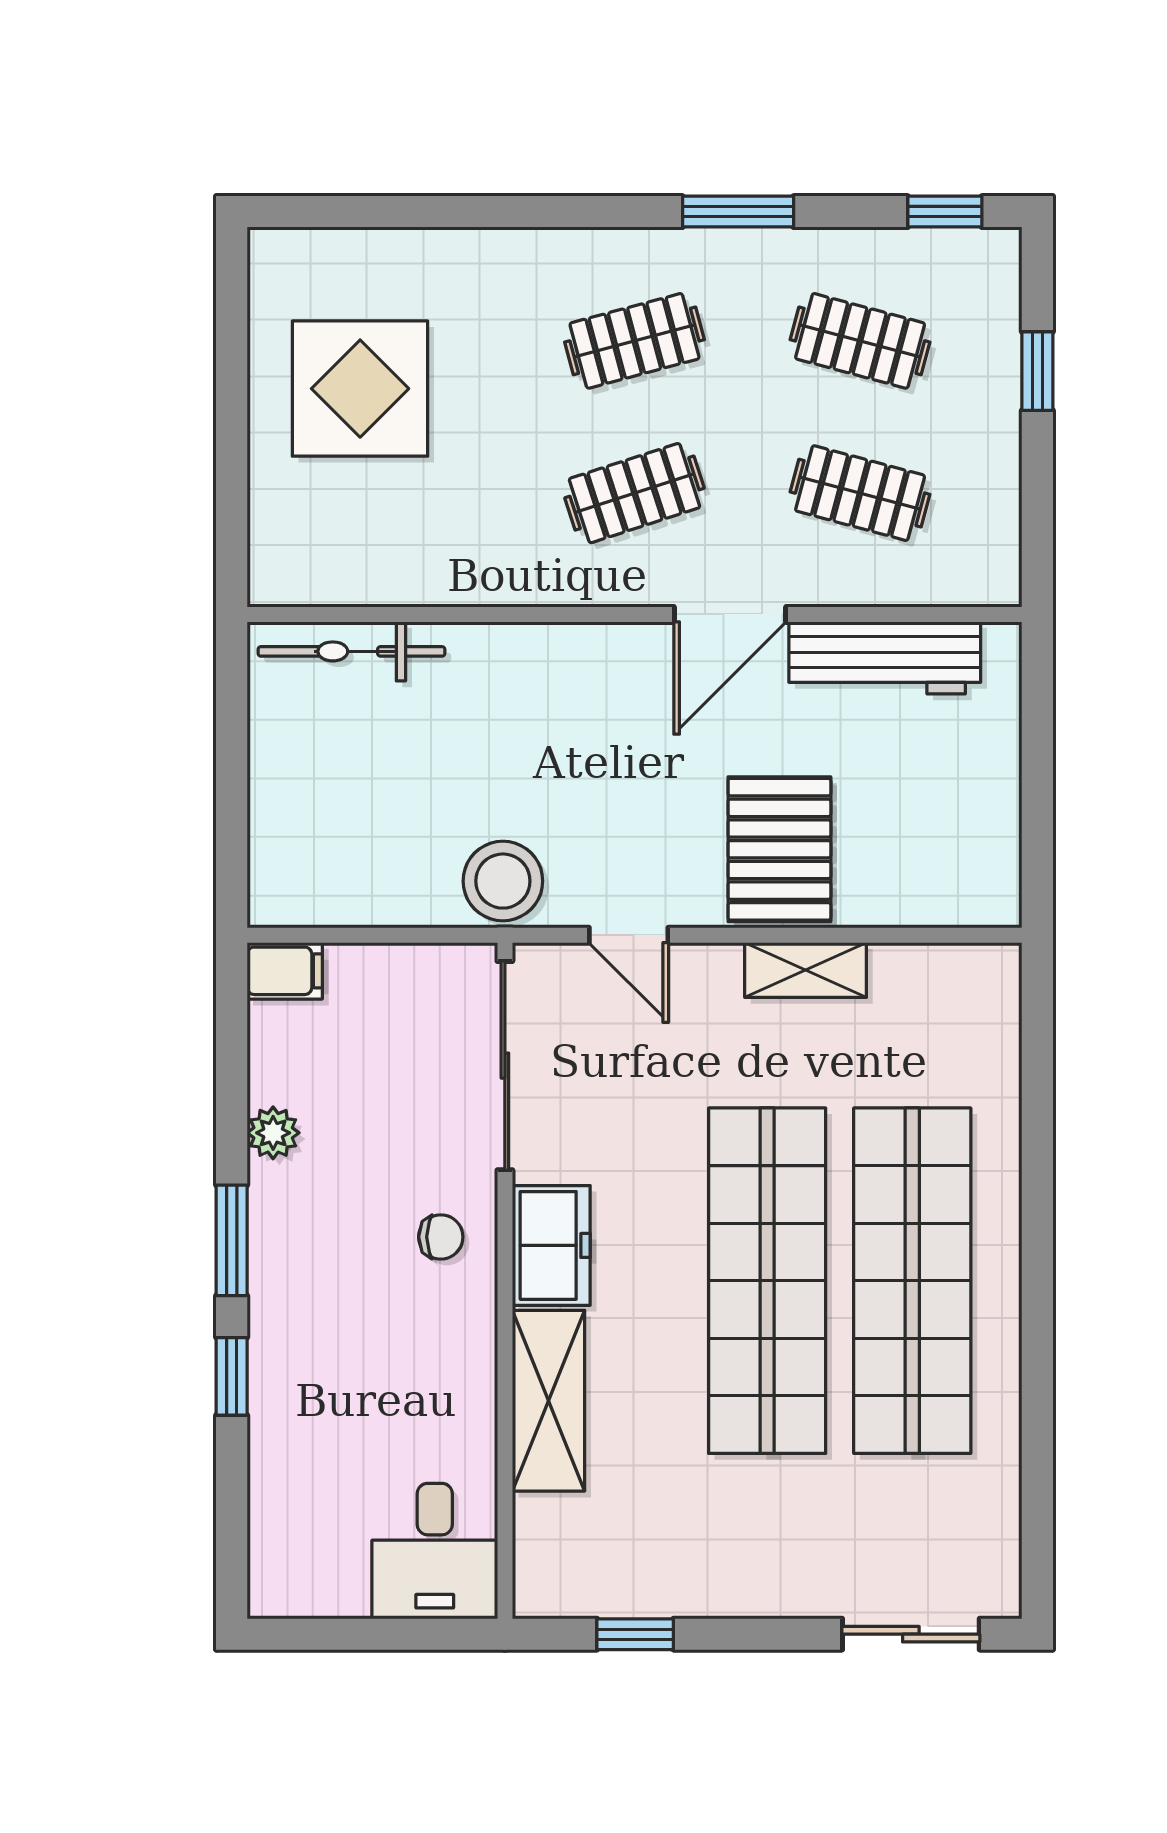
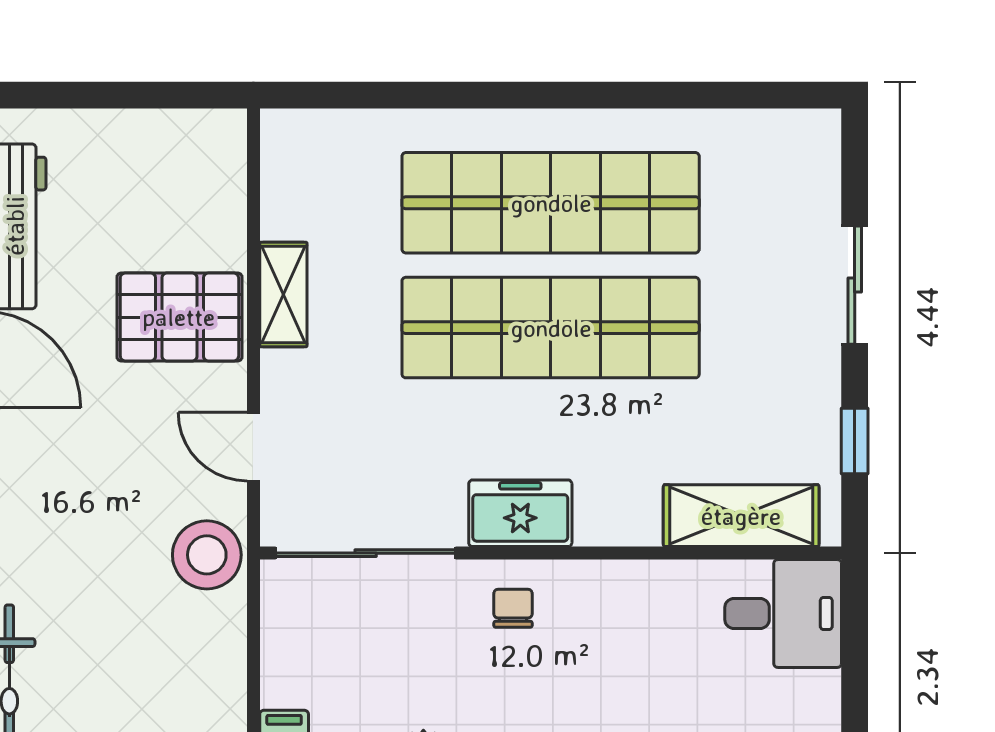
door: (629, 935) -> (253, 447), swing flipped
shelving: (549, 1401) -> (741, 516), moved
sliding door: (911, 1634) -> (855, 285), moved

